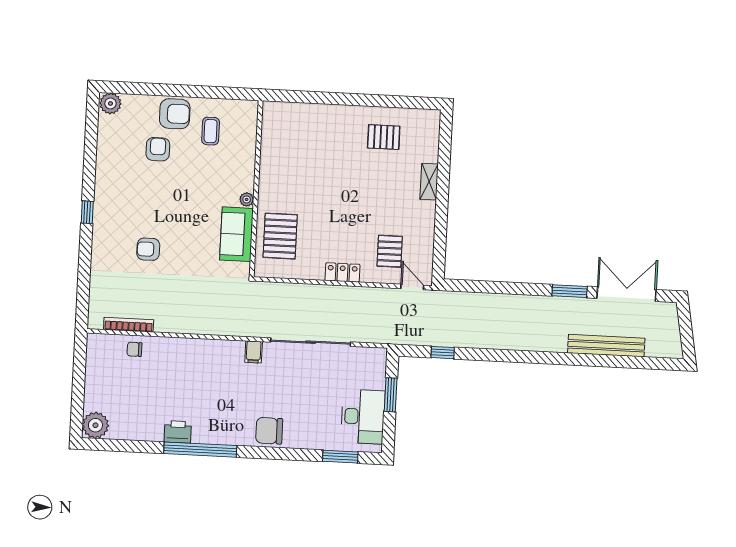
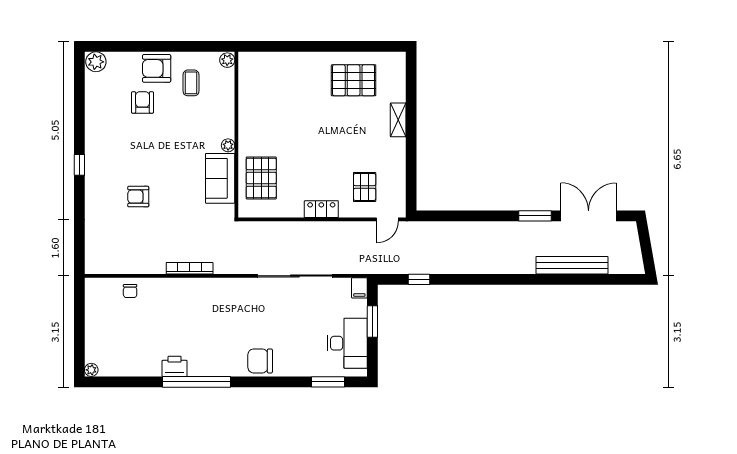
plant: (250, 109) -> (227, 60), added
armchair: (175, 114) -> (157, 68), turned 180
pallet: (384, 137) -> (354, 80), width x1.50, depth x1.42
door: (412, 287) -> (387, 219), swing flipped
bookcase: (129, 325) -> (190, 268), moved
chair: (134, 349) -> (130, 291), turned -90
filing cabinet: (254, 352) -> (359, 288), moved
plant: (95, 425) -> (91, 370), width x0.53, depth x0.53

